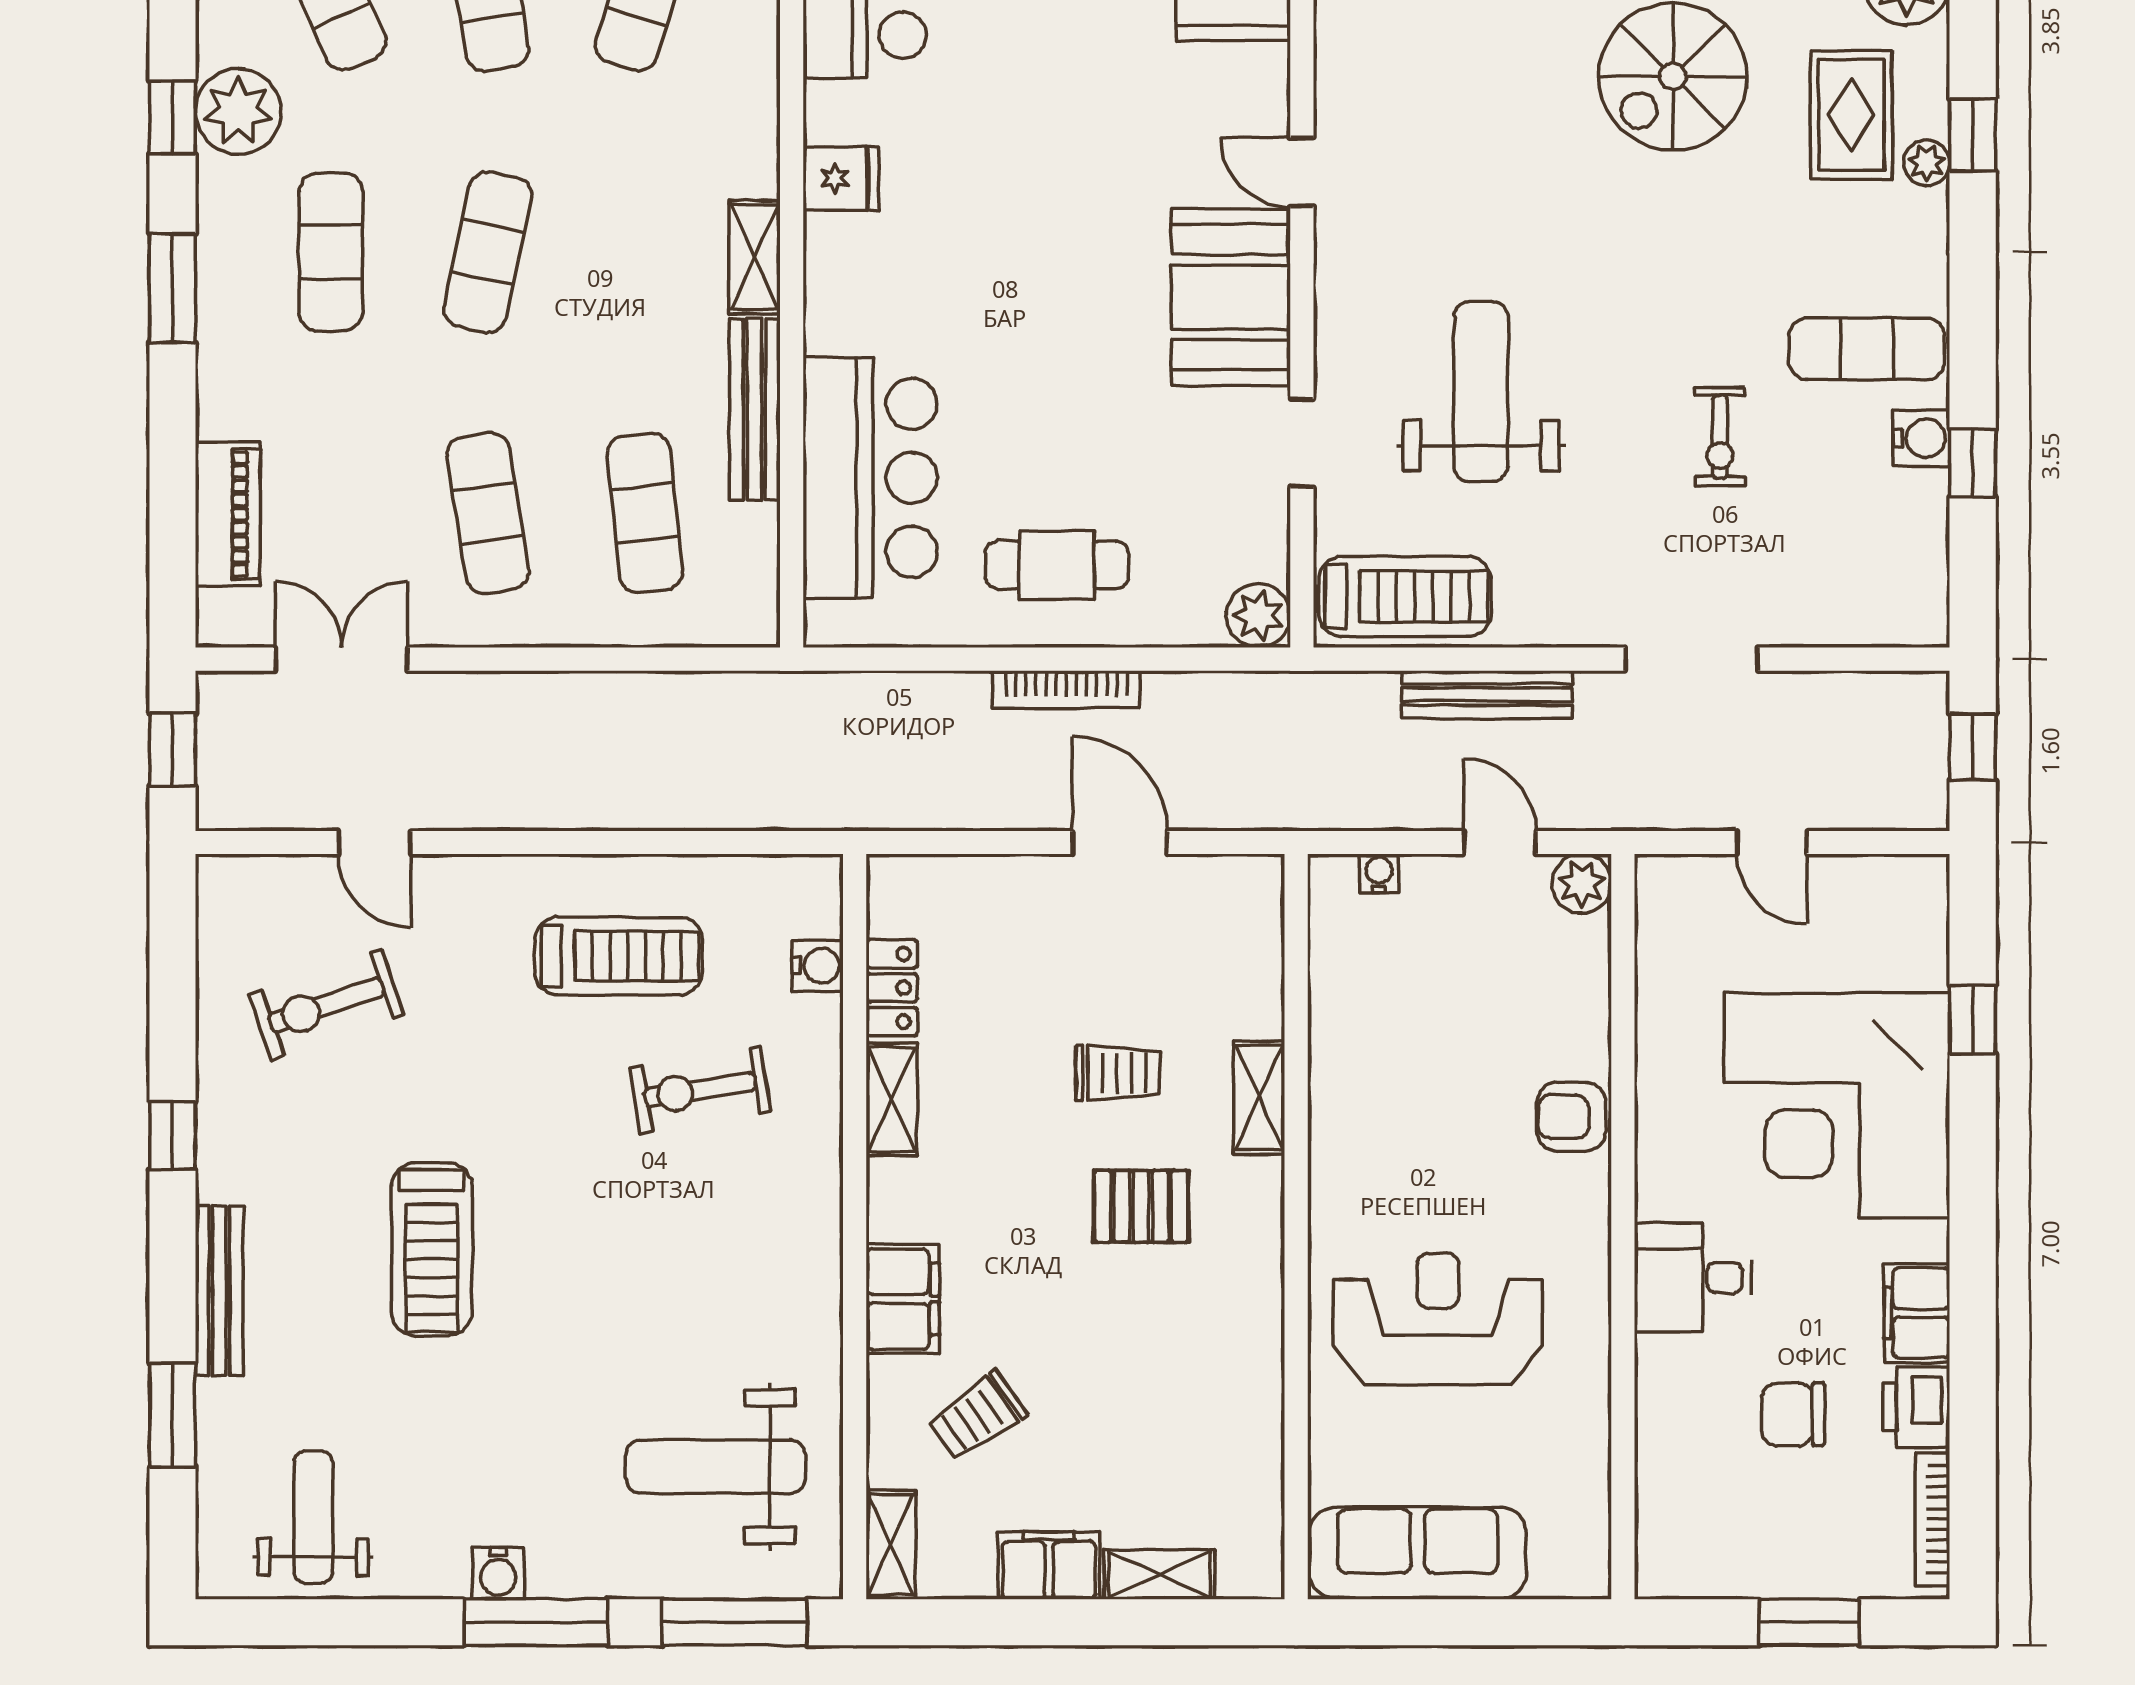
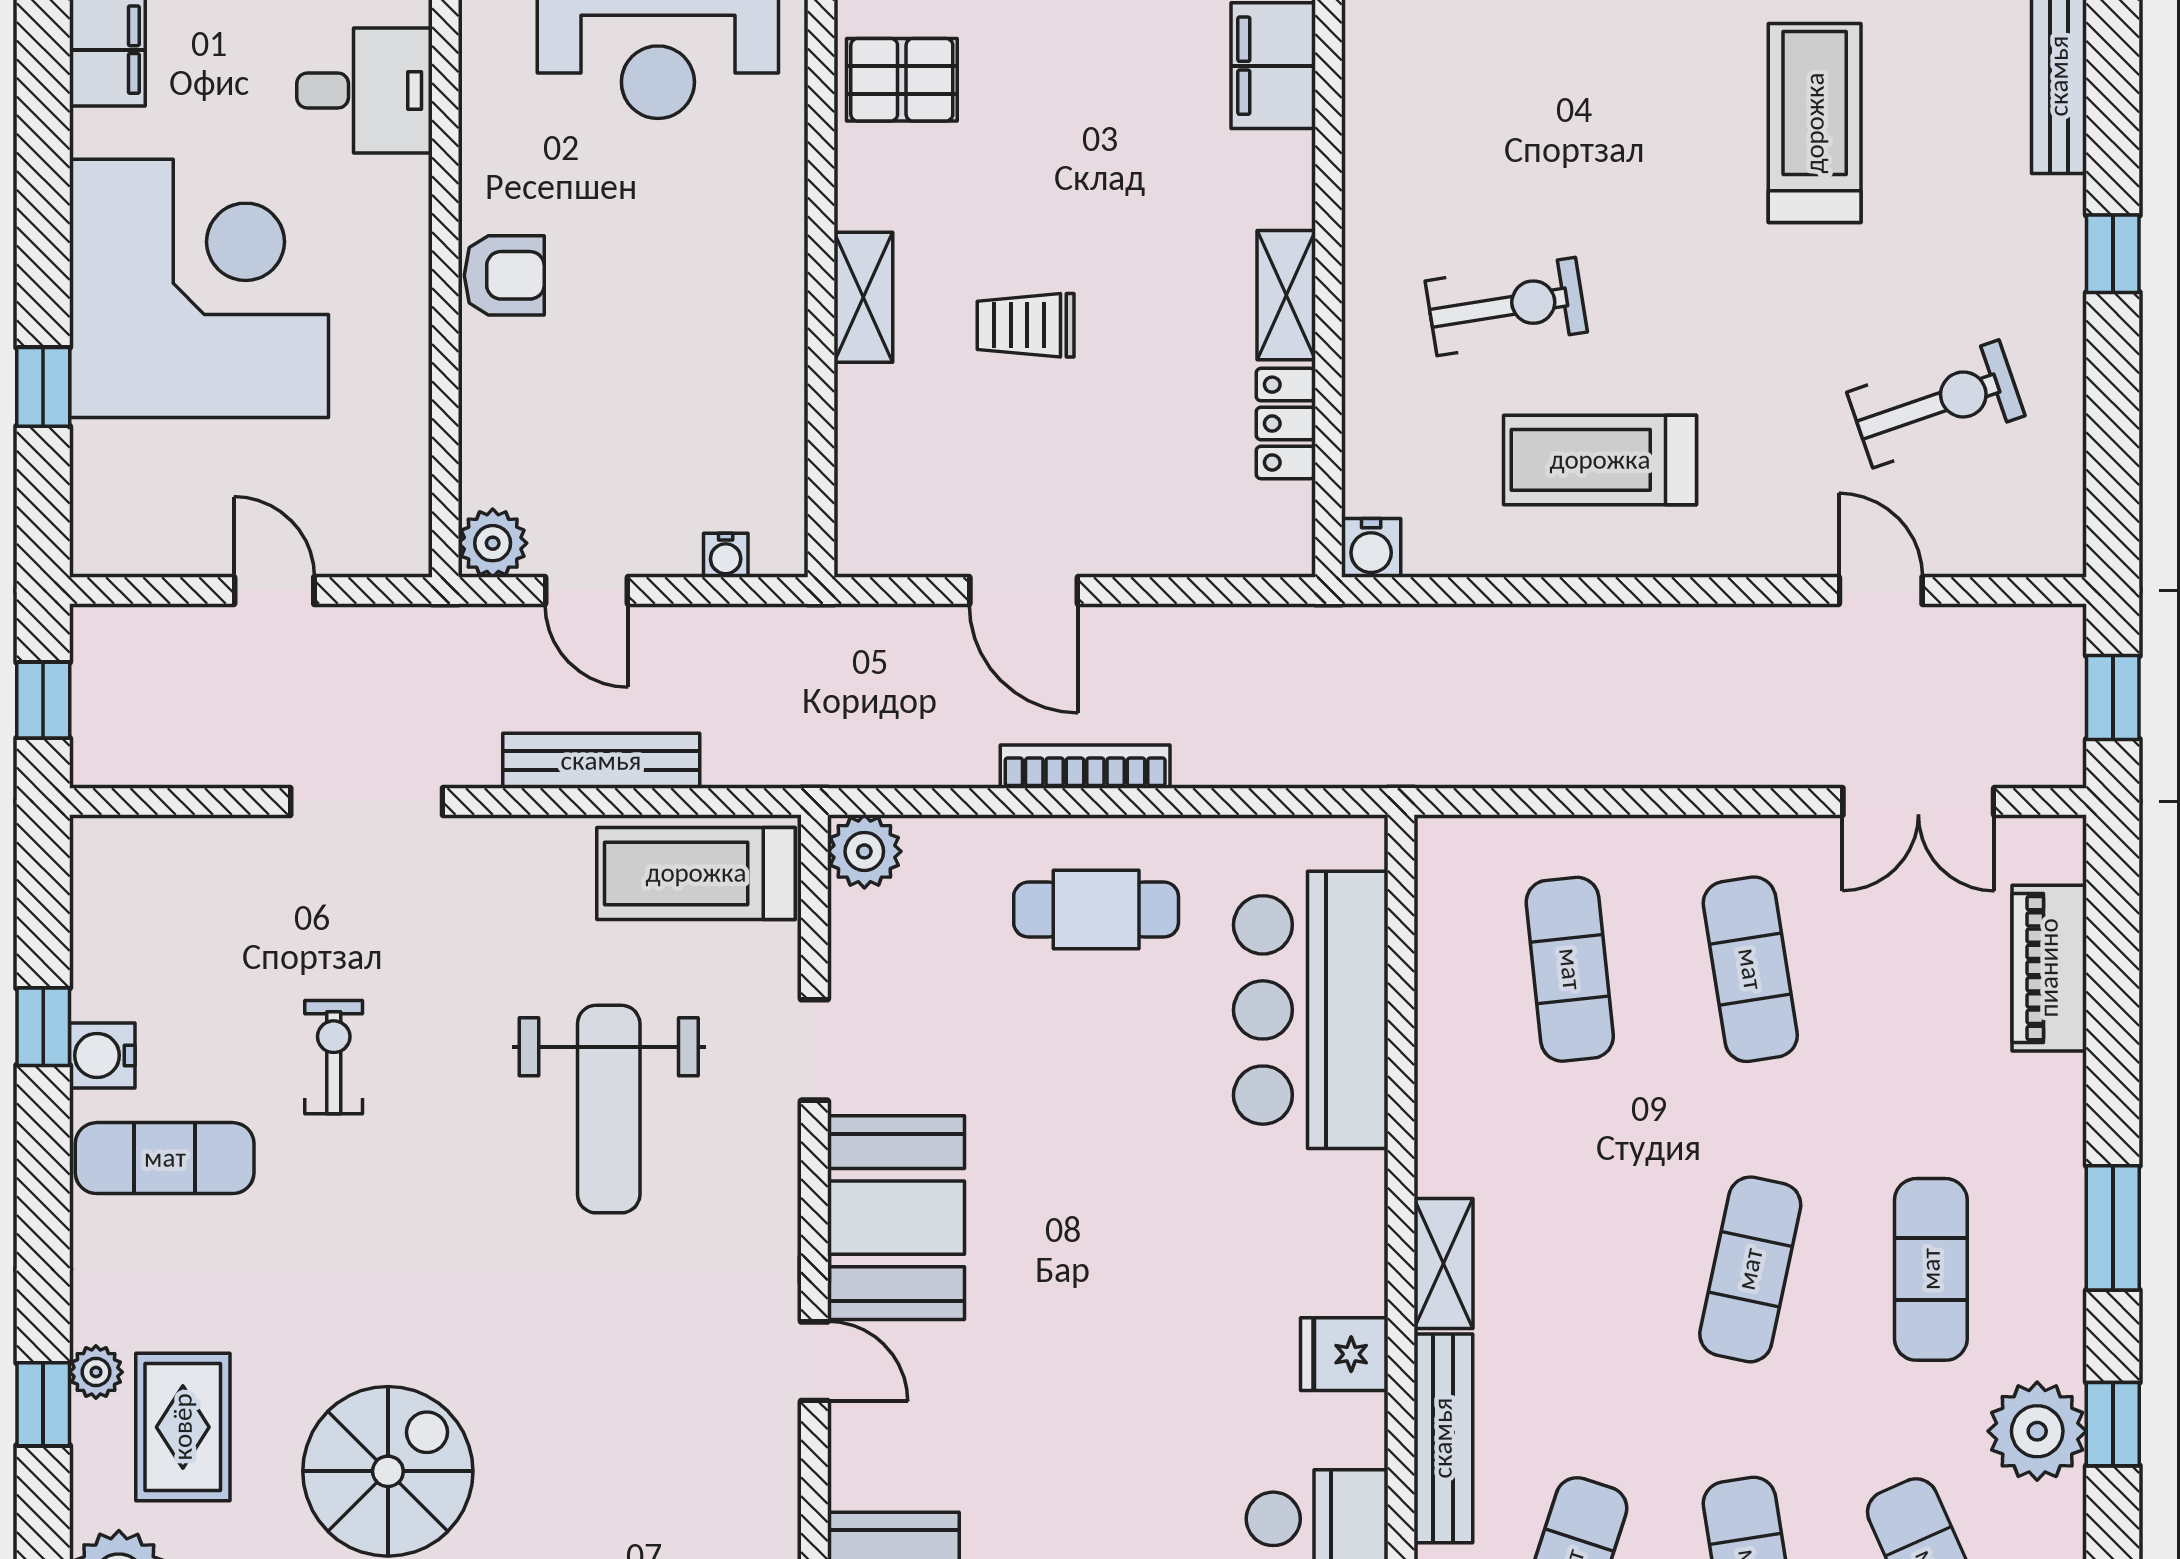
bench: (755, 409) -> (1443, 1438), moved
water cooler: (818, 966) -> (1371, 548), moved, turned -90
pallet: (1141, 1206) -> (902, 80), moved

